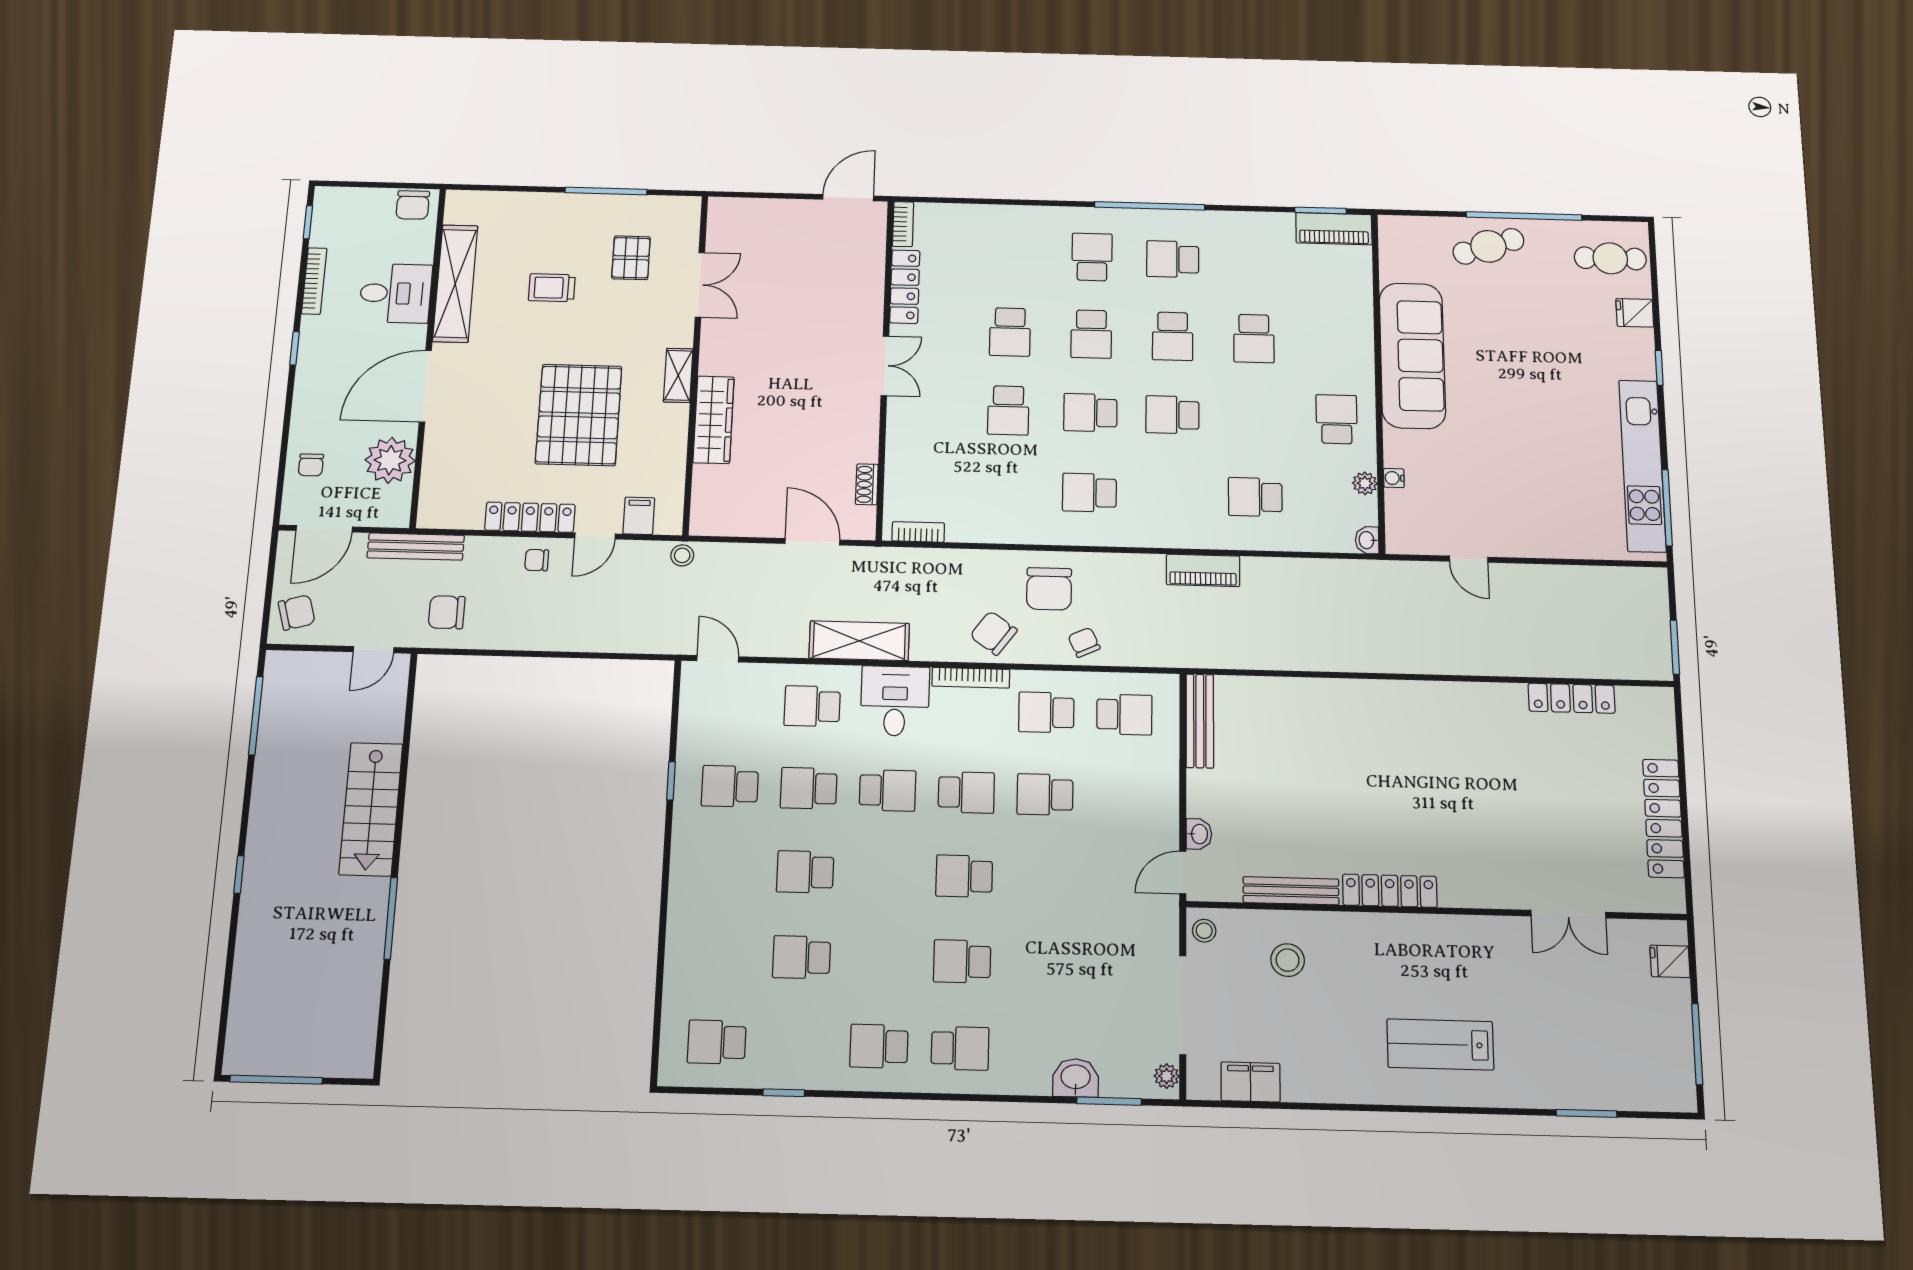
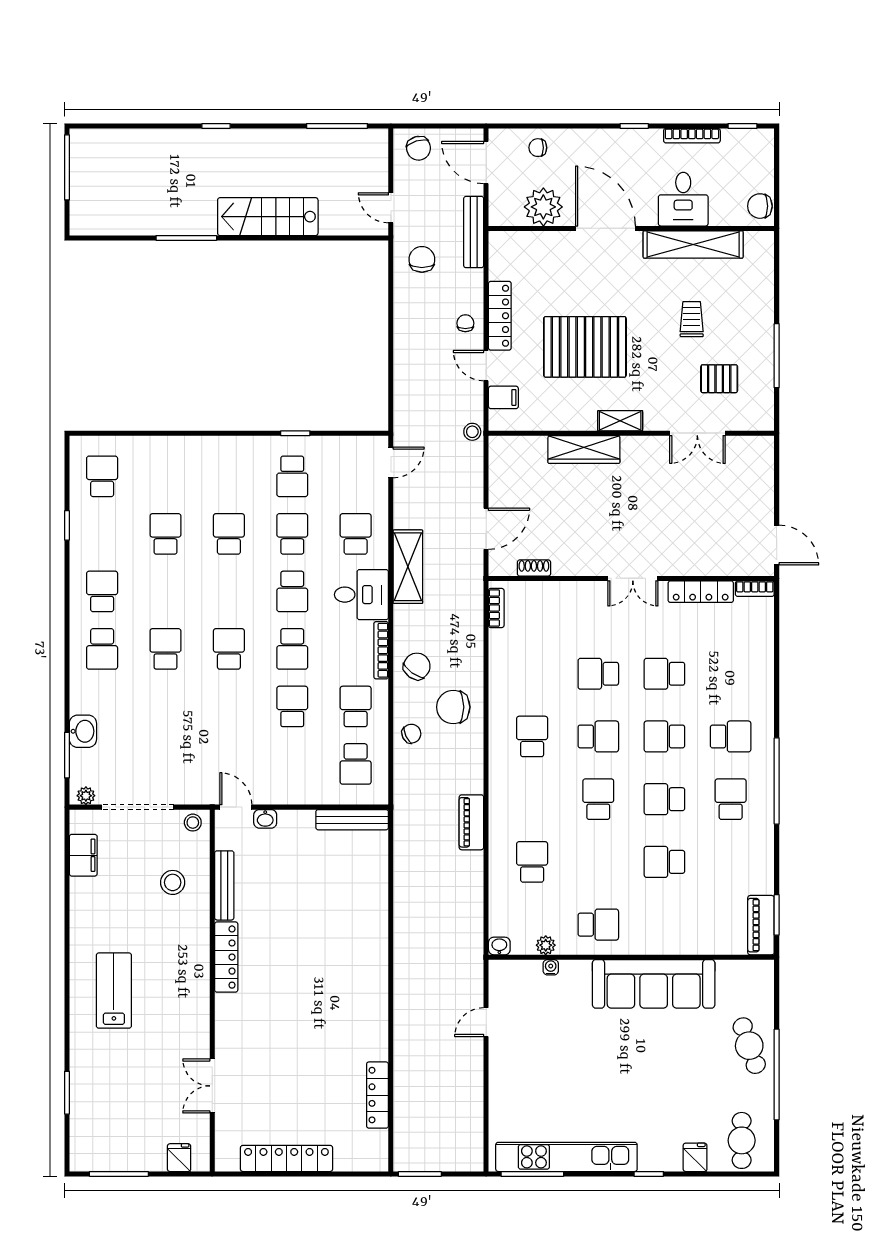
school desk: (1090, 413) -> (598, 736), turned 90
school desk: (730, 786) -> (292, 476), turned 180

